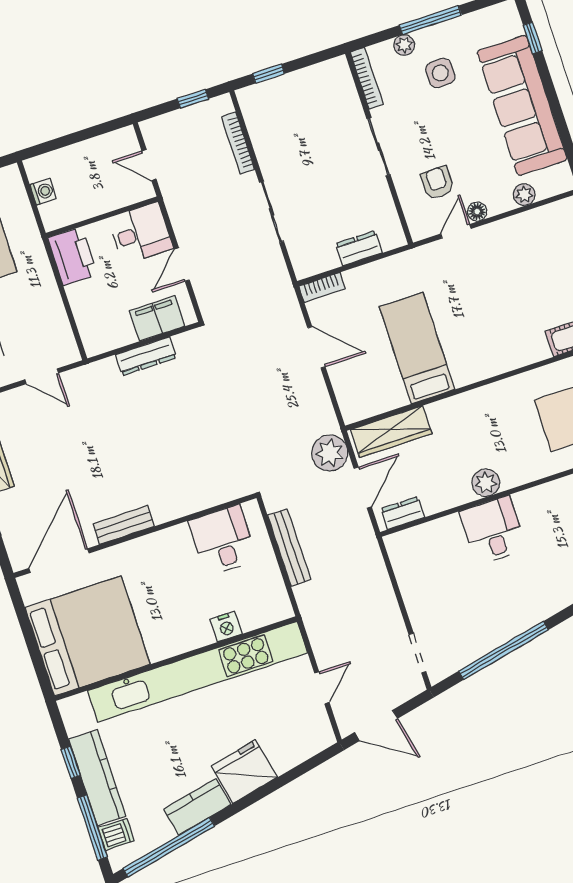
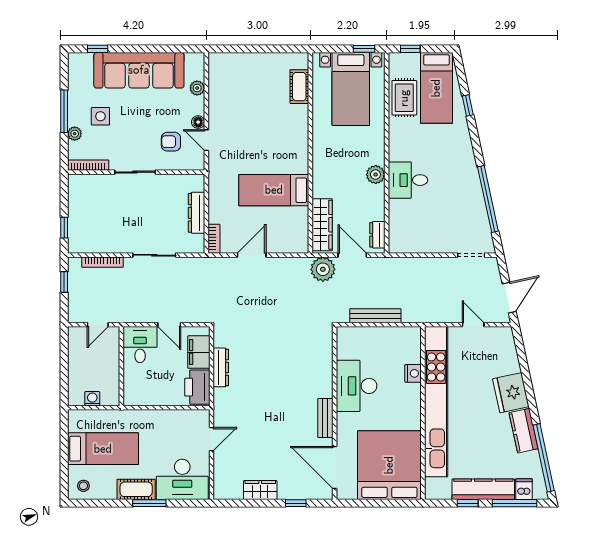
dresser: (359, 248) -> (197, 213), width x1.44
printer: (72, 256) -> (197, 387), moved, turned -90
desk: (223, 540) -> (357, 386), moved, width x1.37

